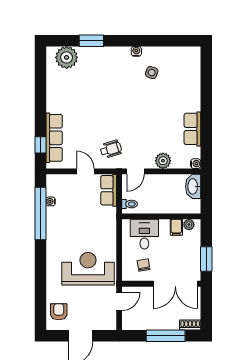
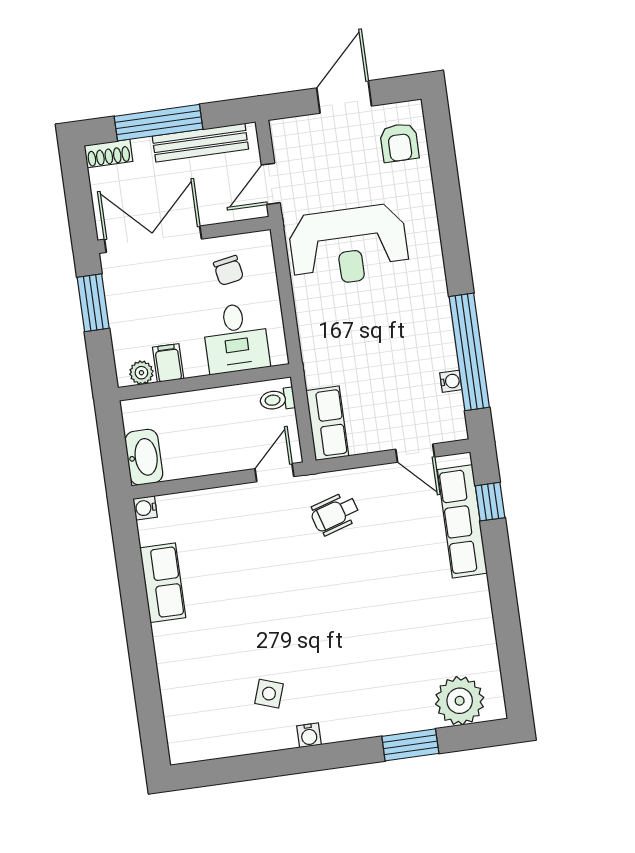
plant: (163, 161) -> (217, 504), removed
door: (85, 171) -> (415, 453), moved
bench: (148, 324) -> (200, 143), added

